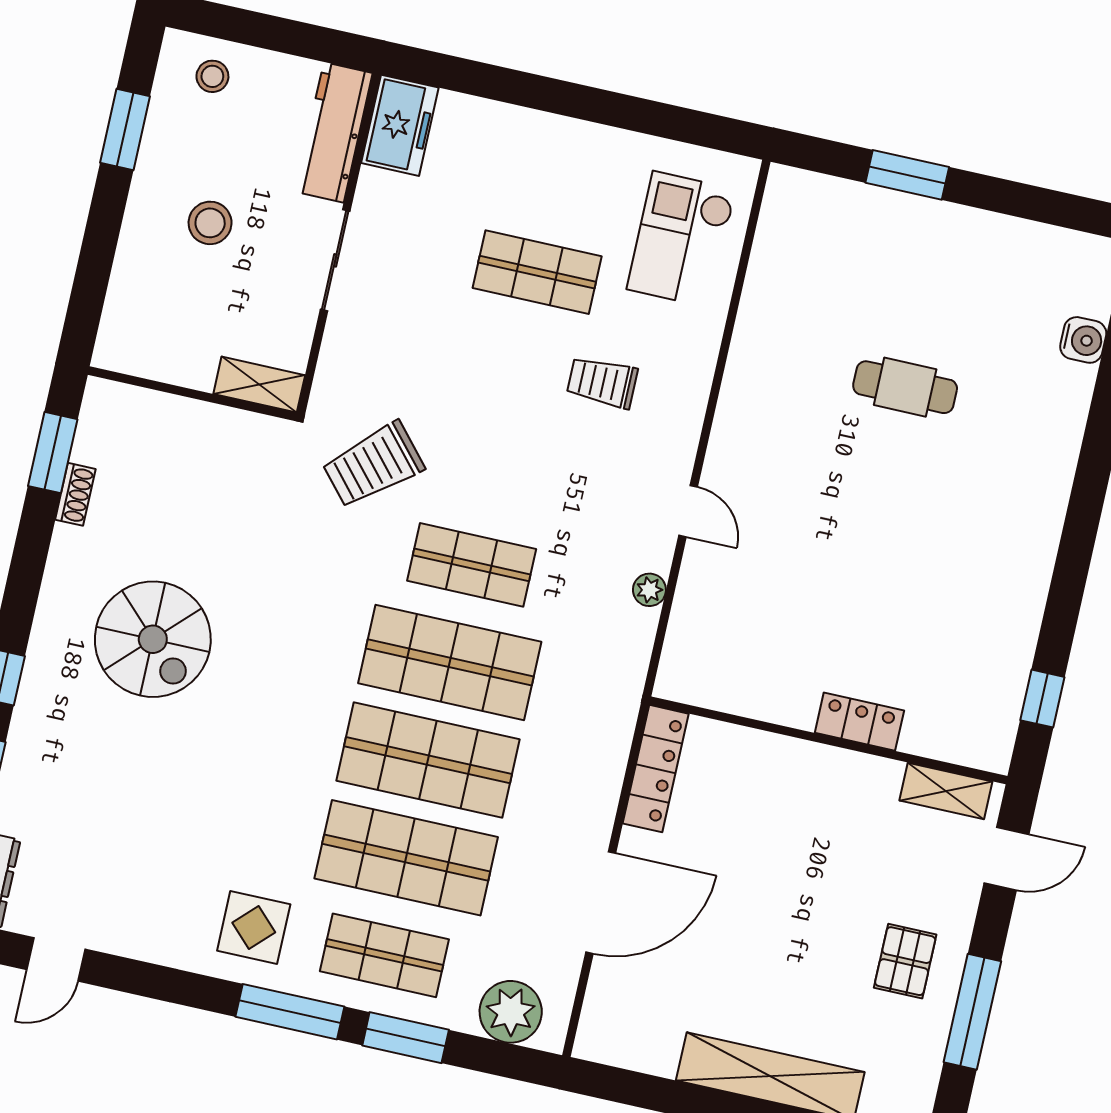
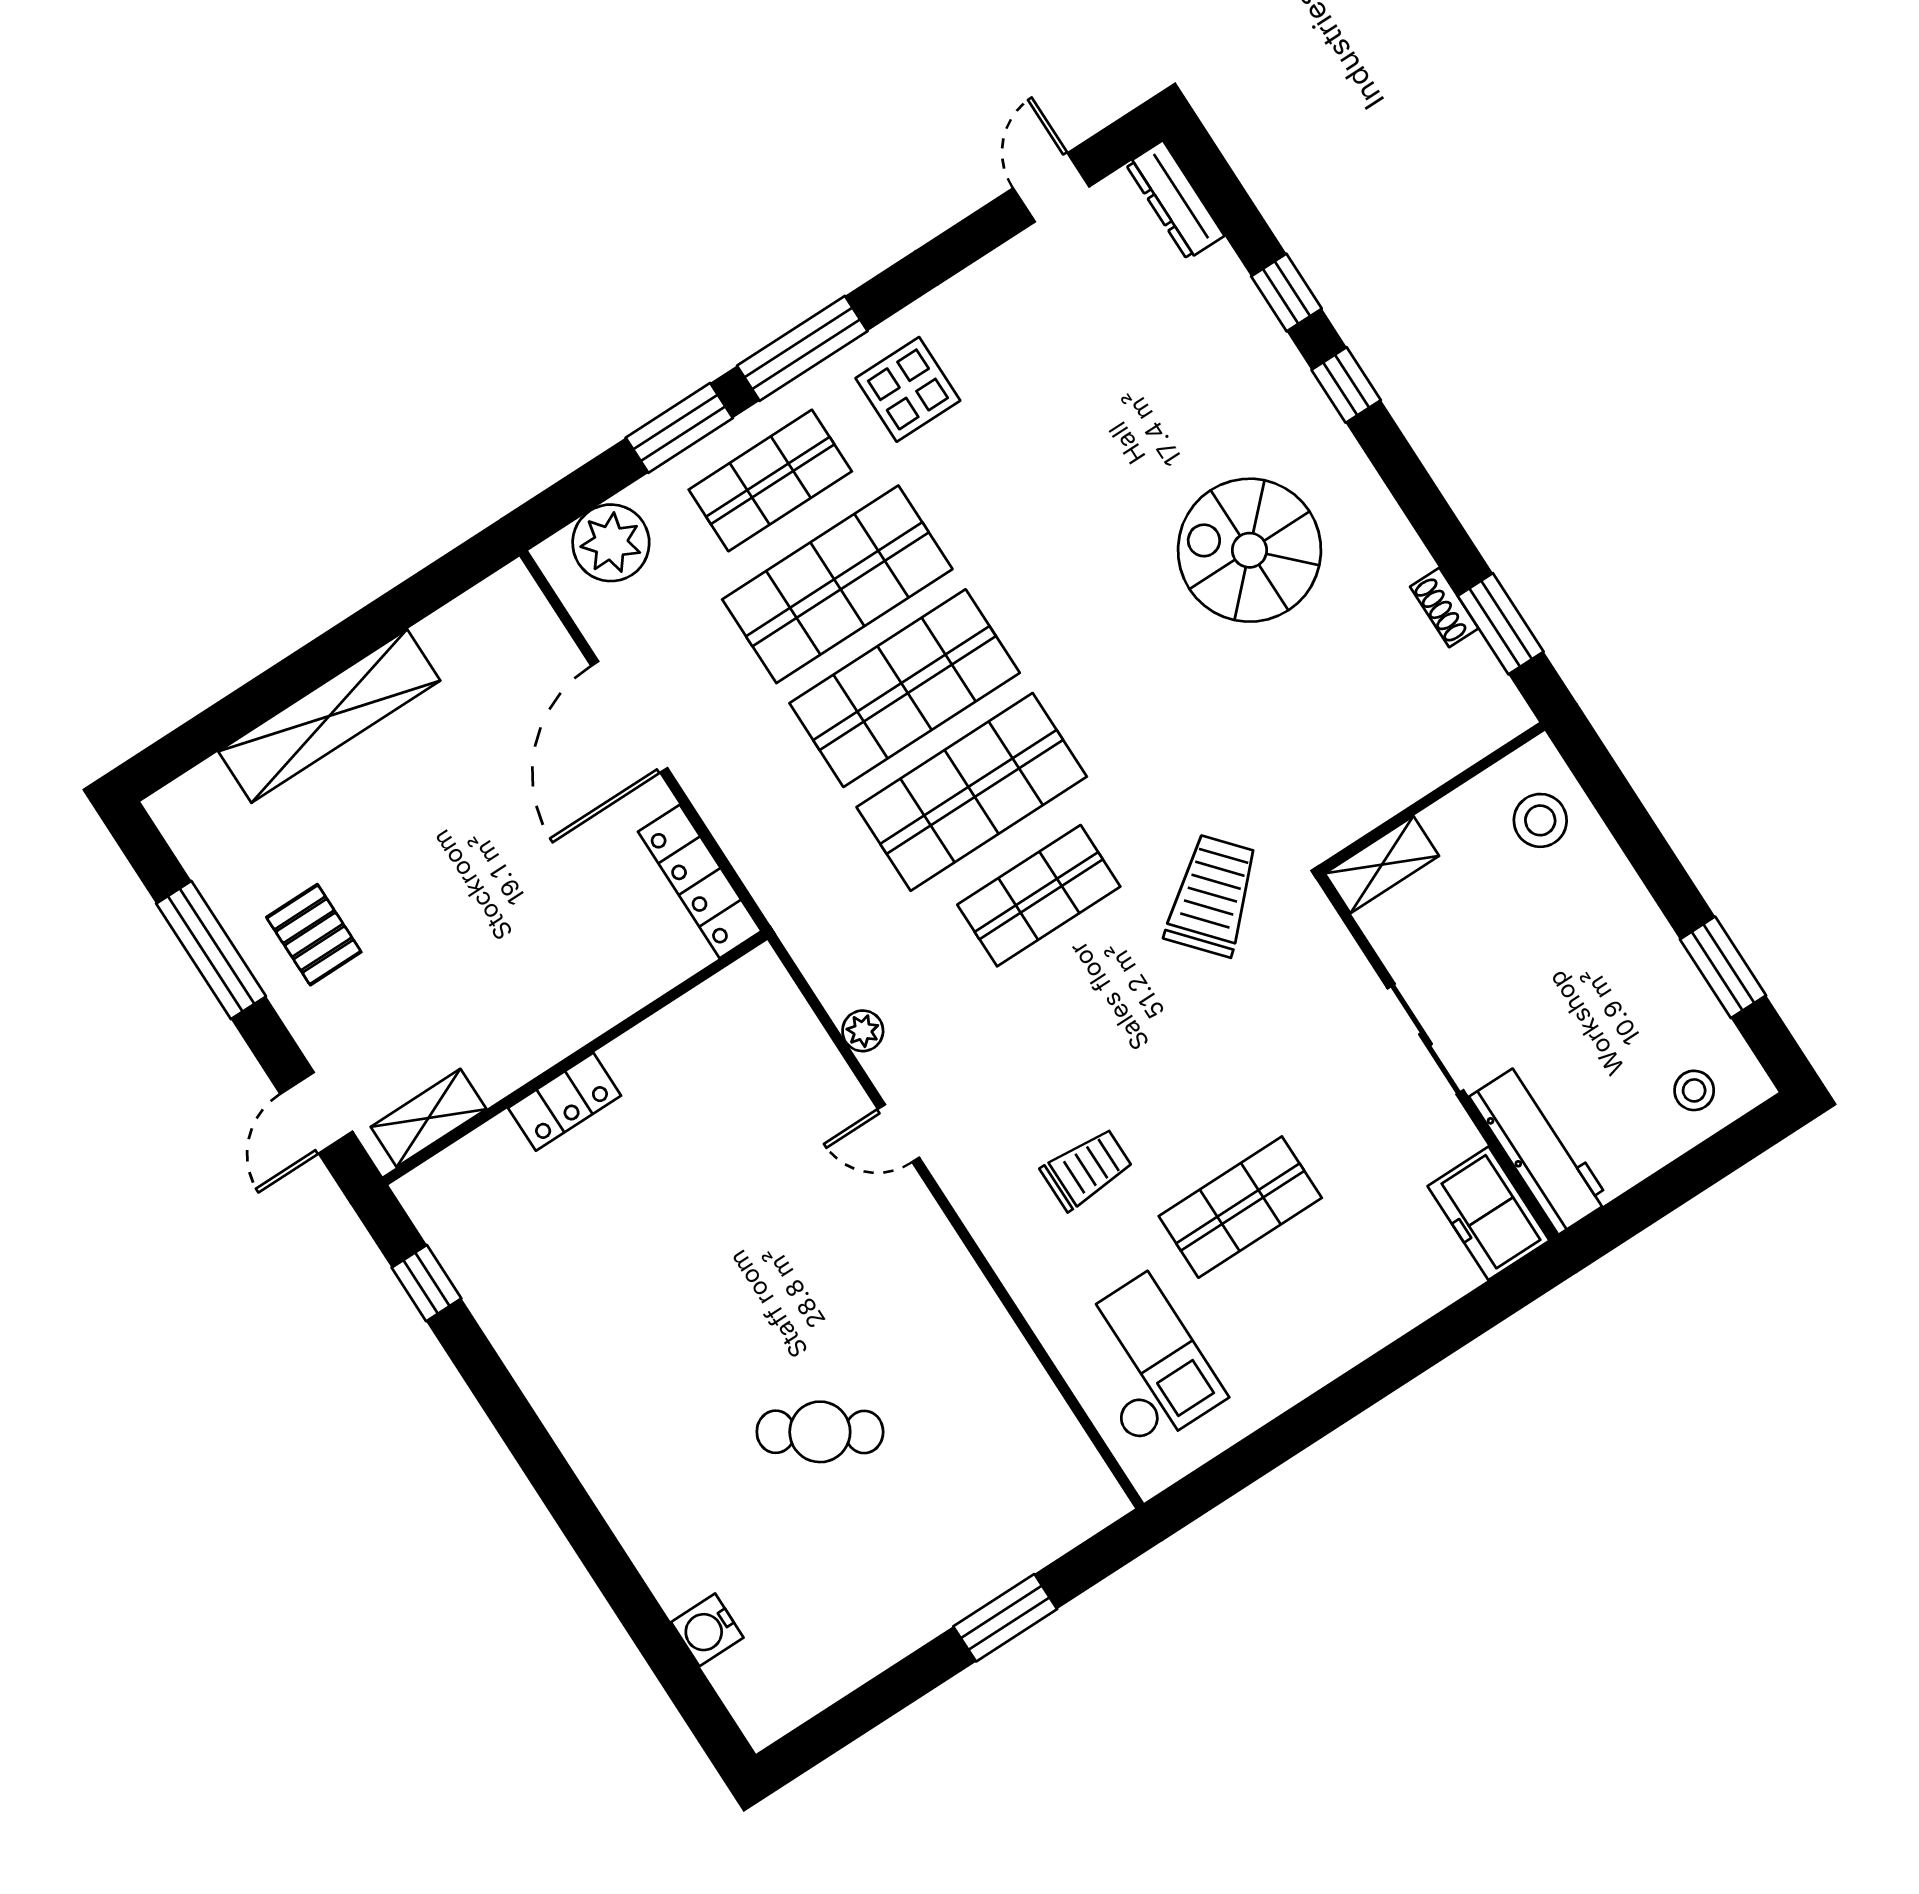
stool: (210, 223) -> (1540, 820), moved
cafe table: (905, 387) -> (820, 1432), turned 33

